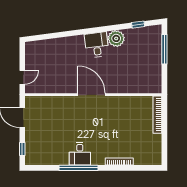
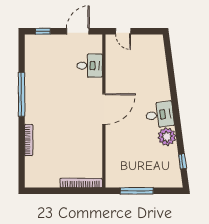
window: (164, 49) -> (137, 191), moved
desk: (80, 154) -> (90, 66), moved, turned 180

